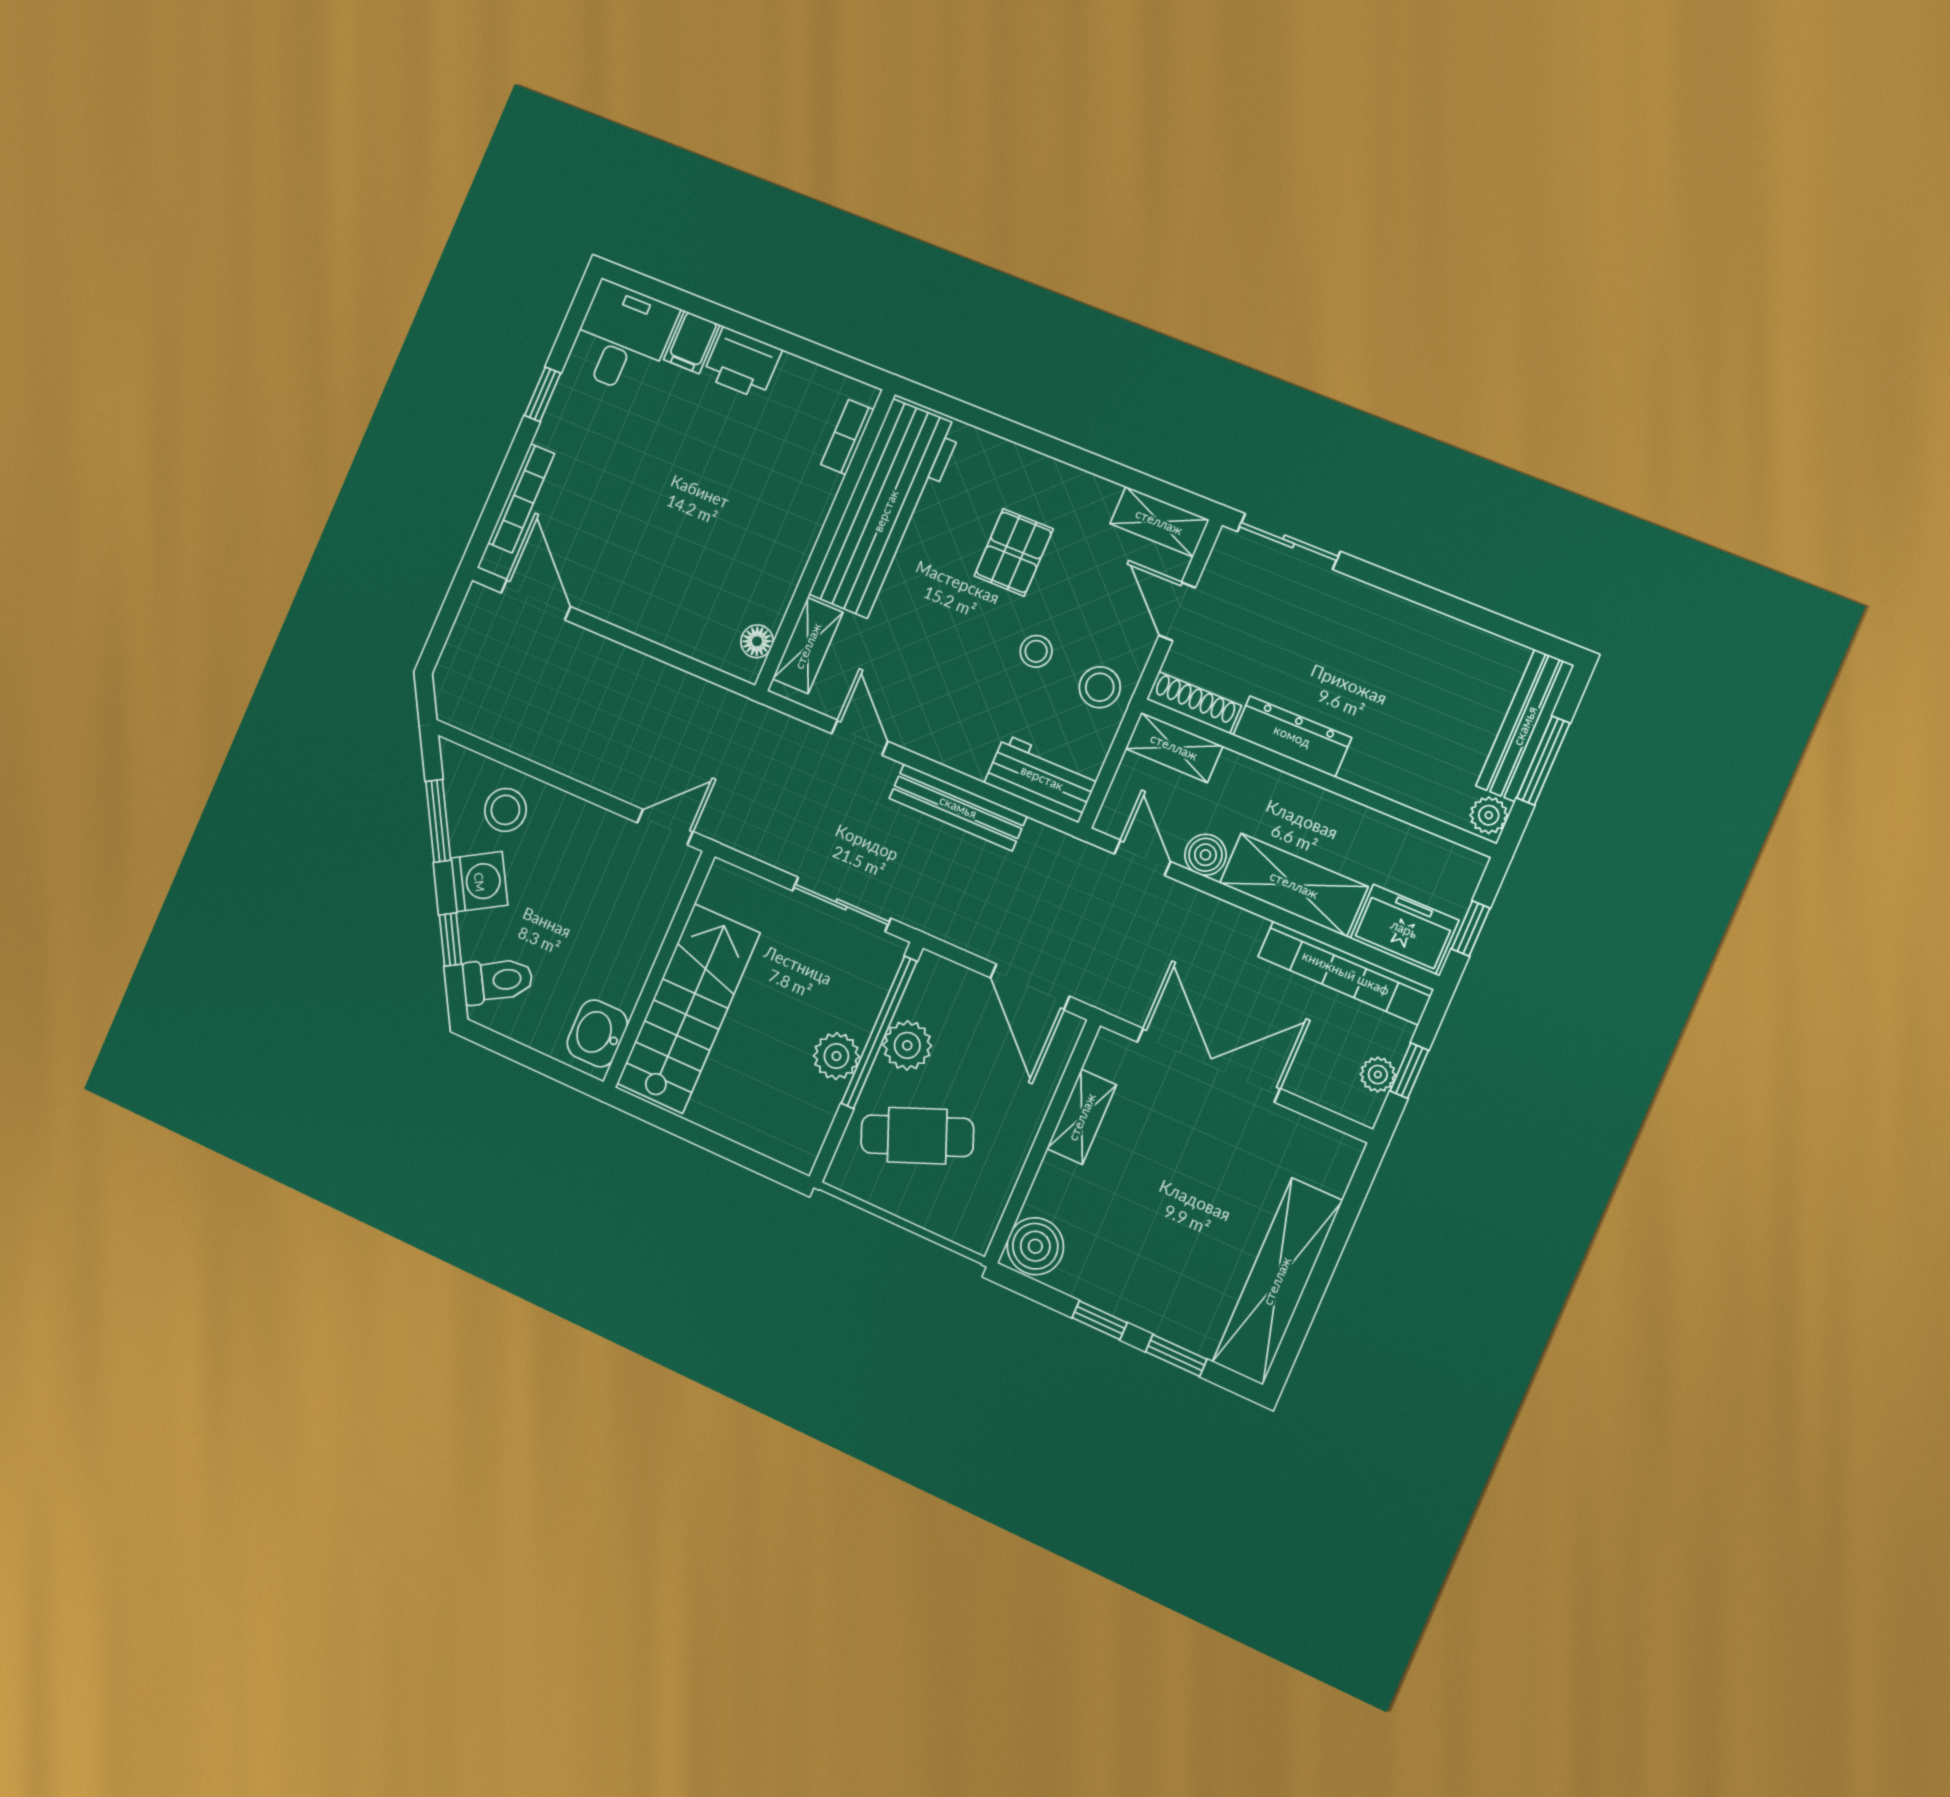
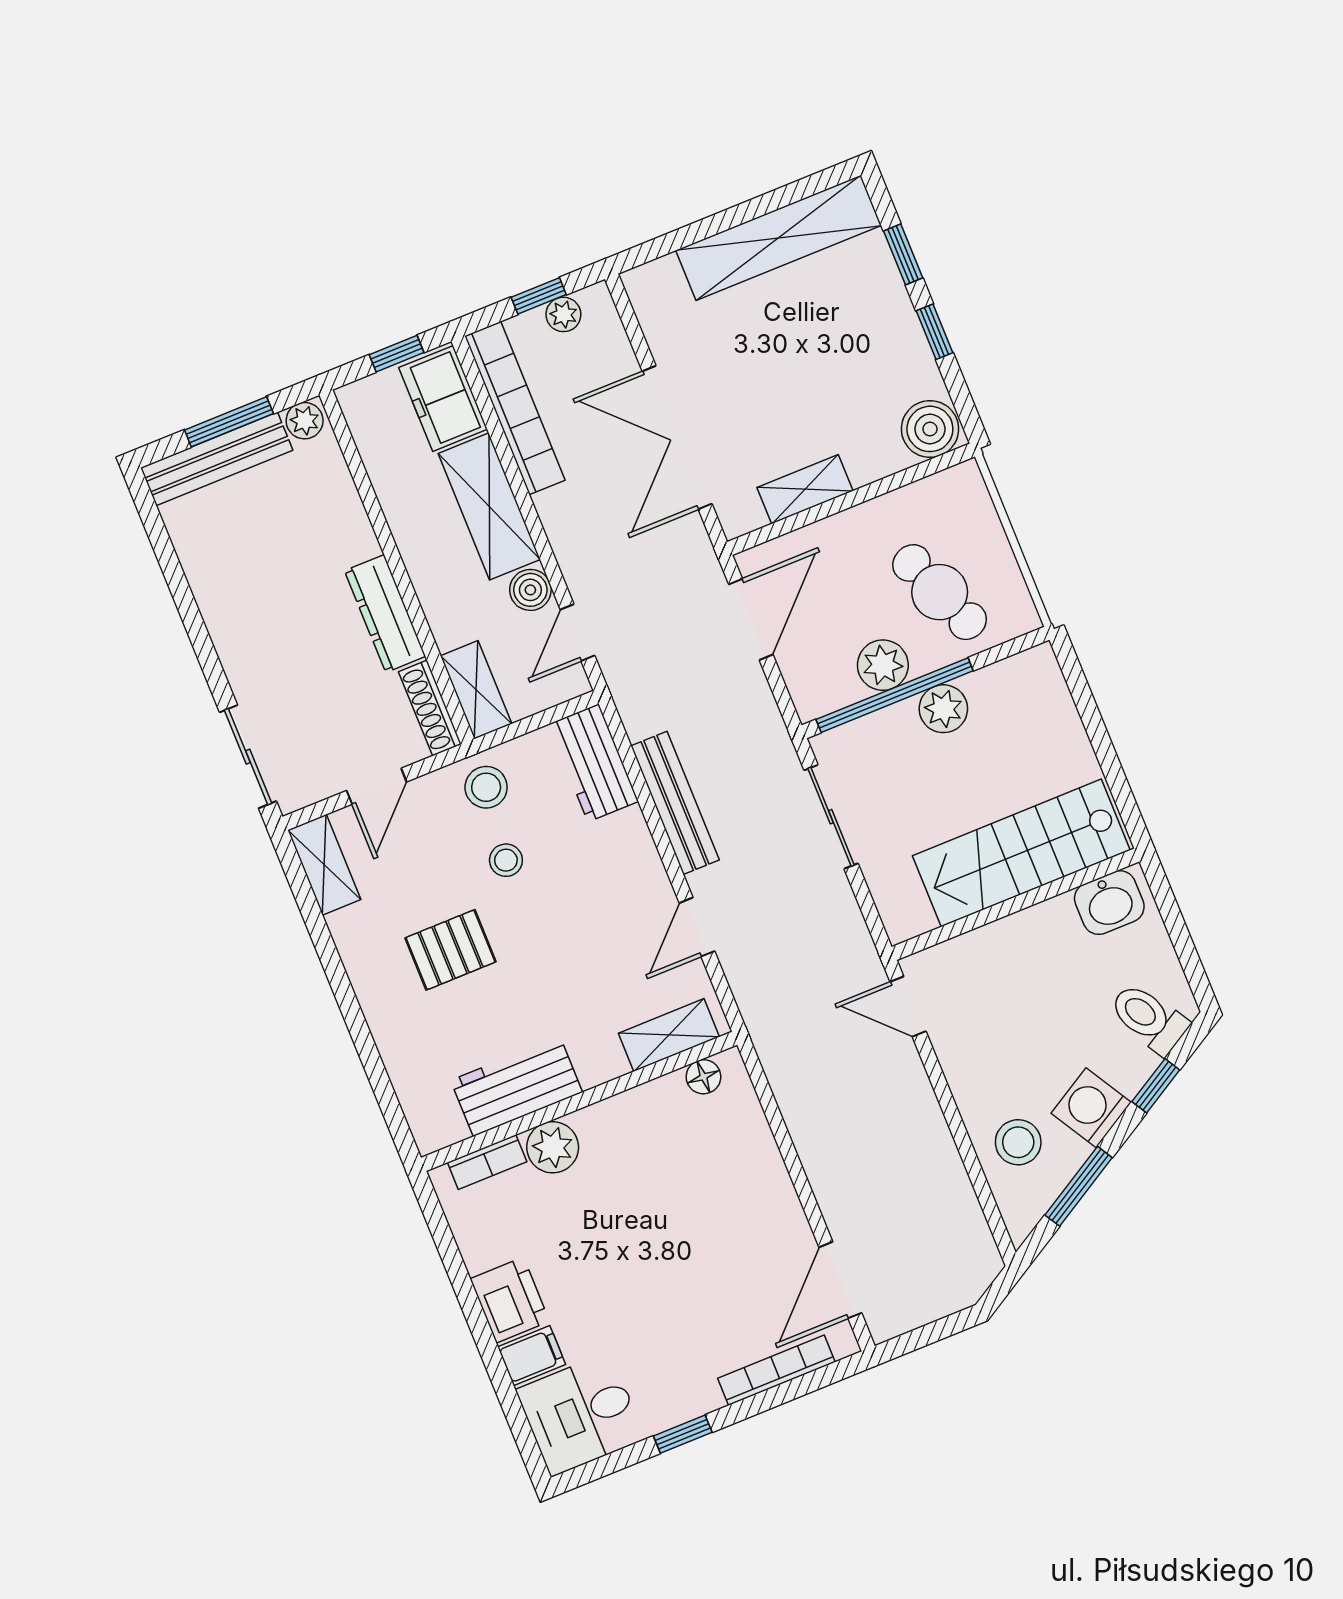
plant: (813, 492) -> (553, 1147), added
workbench: (886, 511) -> (517, 1086), width x0.53, depth x0.76

